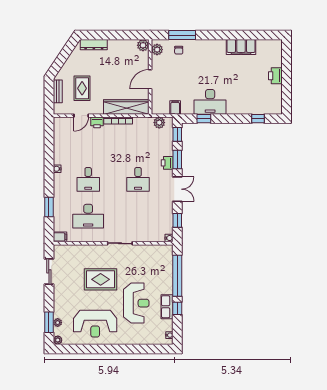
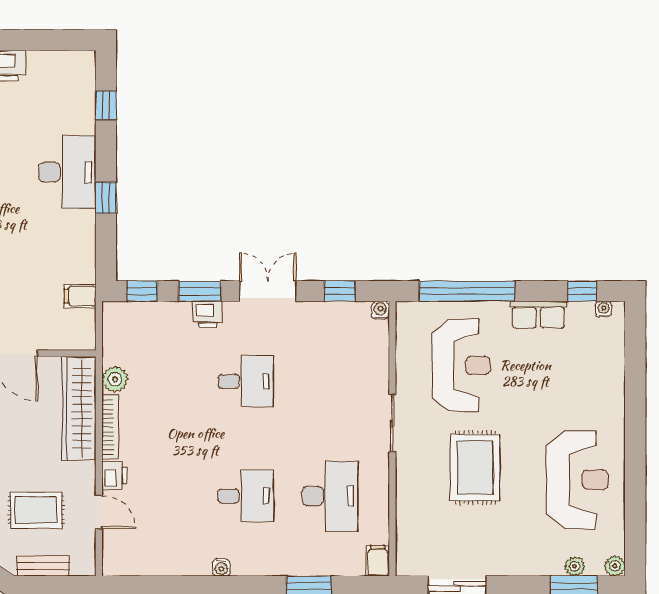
desk: (210, 102) -> (67, 172), moved
window: (204, 119) -> (106, 198), moved
plant: (159, 123) -> (115, 379), moved
reception desk: (136, 303) -> (461, 365), moved, turned 90
window: (177, 308) -> (582, 291), moved

